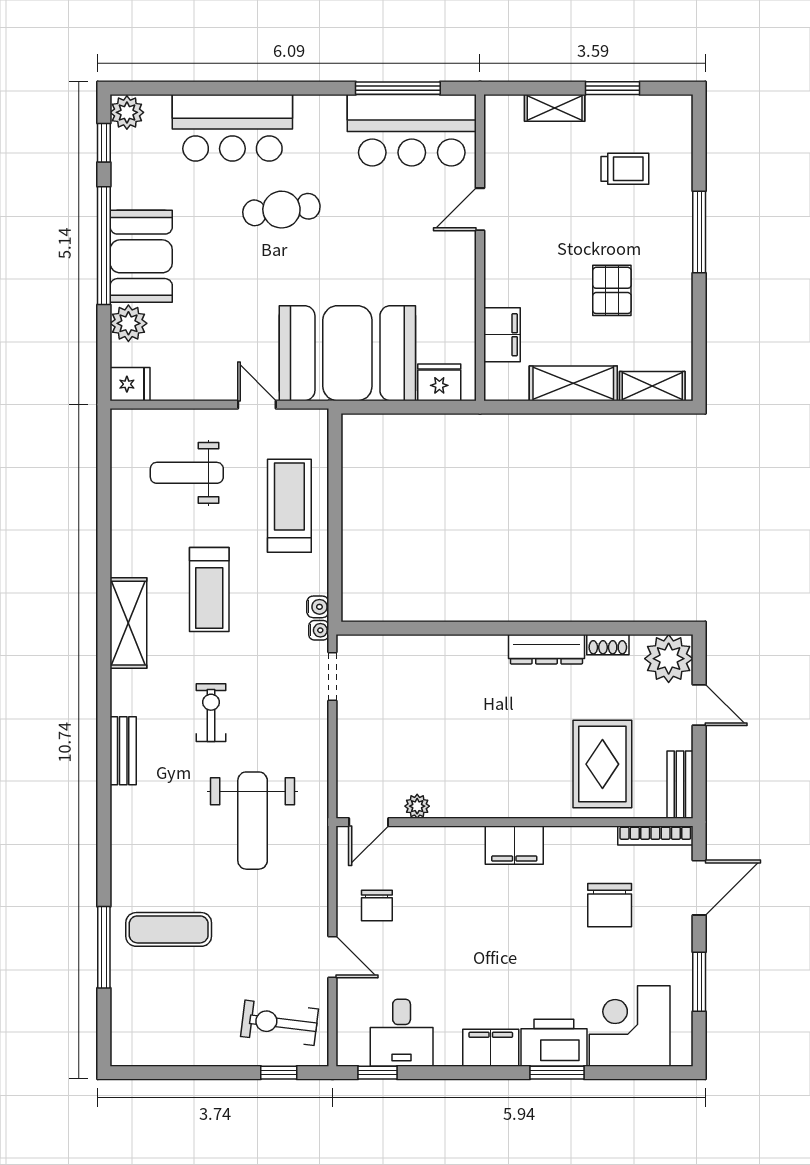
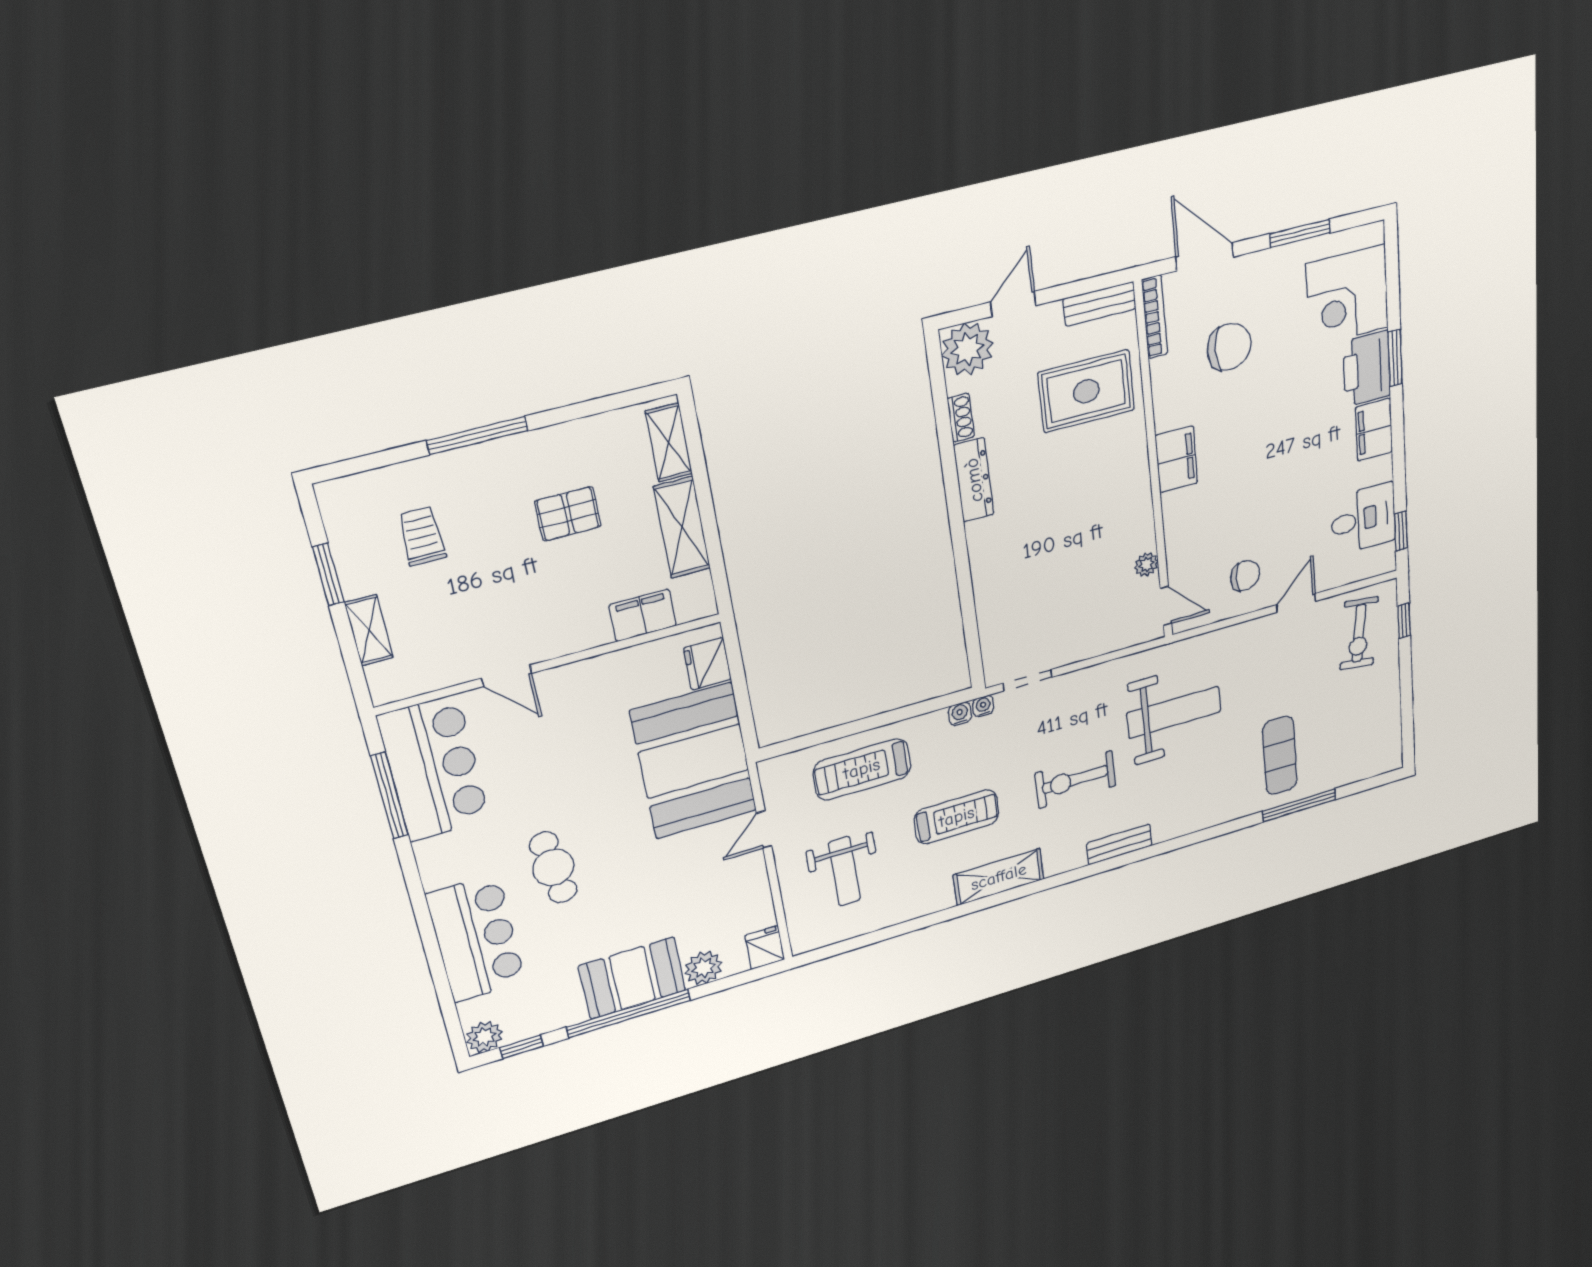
exercise bike: (211, 713) -> (1075, 780), width x1.38, depth x1.39

